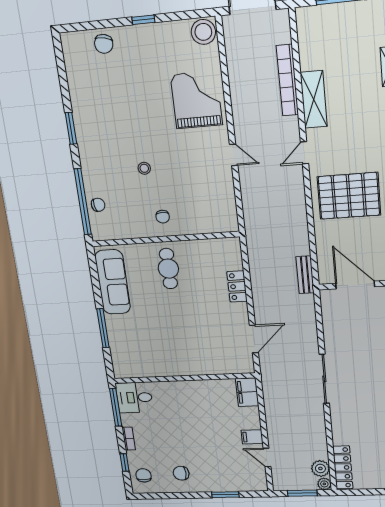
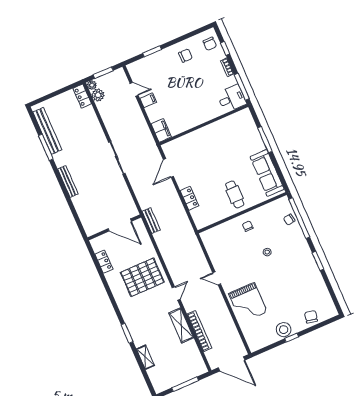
stool: (203, 32) -> (284, 330), moved
locker: (343, 468) -> (82, 96), width x0.66

